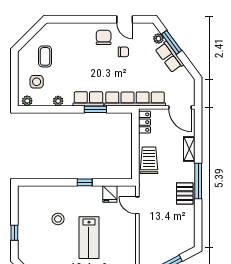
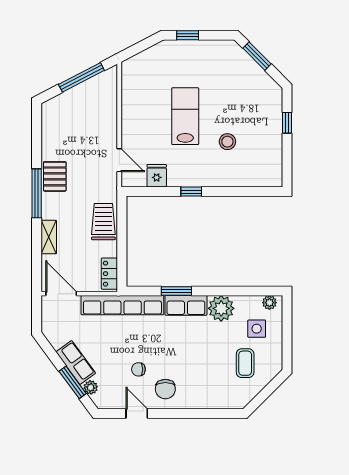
plant: (58, 101) -> (221, 308), width x1.88, depth x1.88
trolley: (149, 160) -> (103, 222), turned 180

